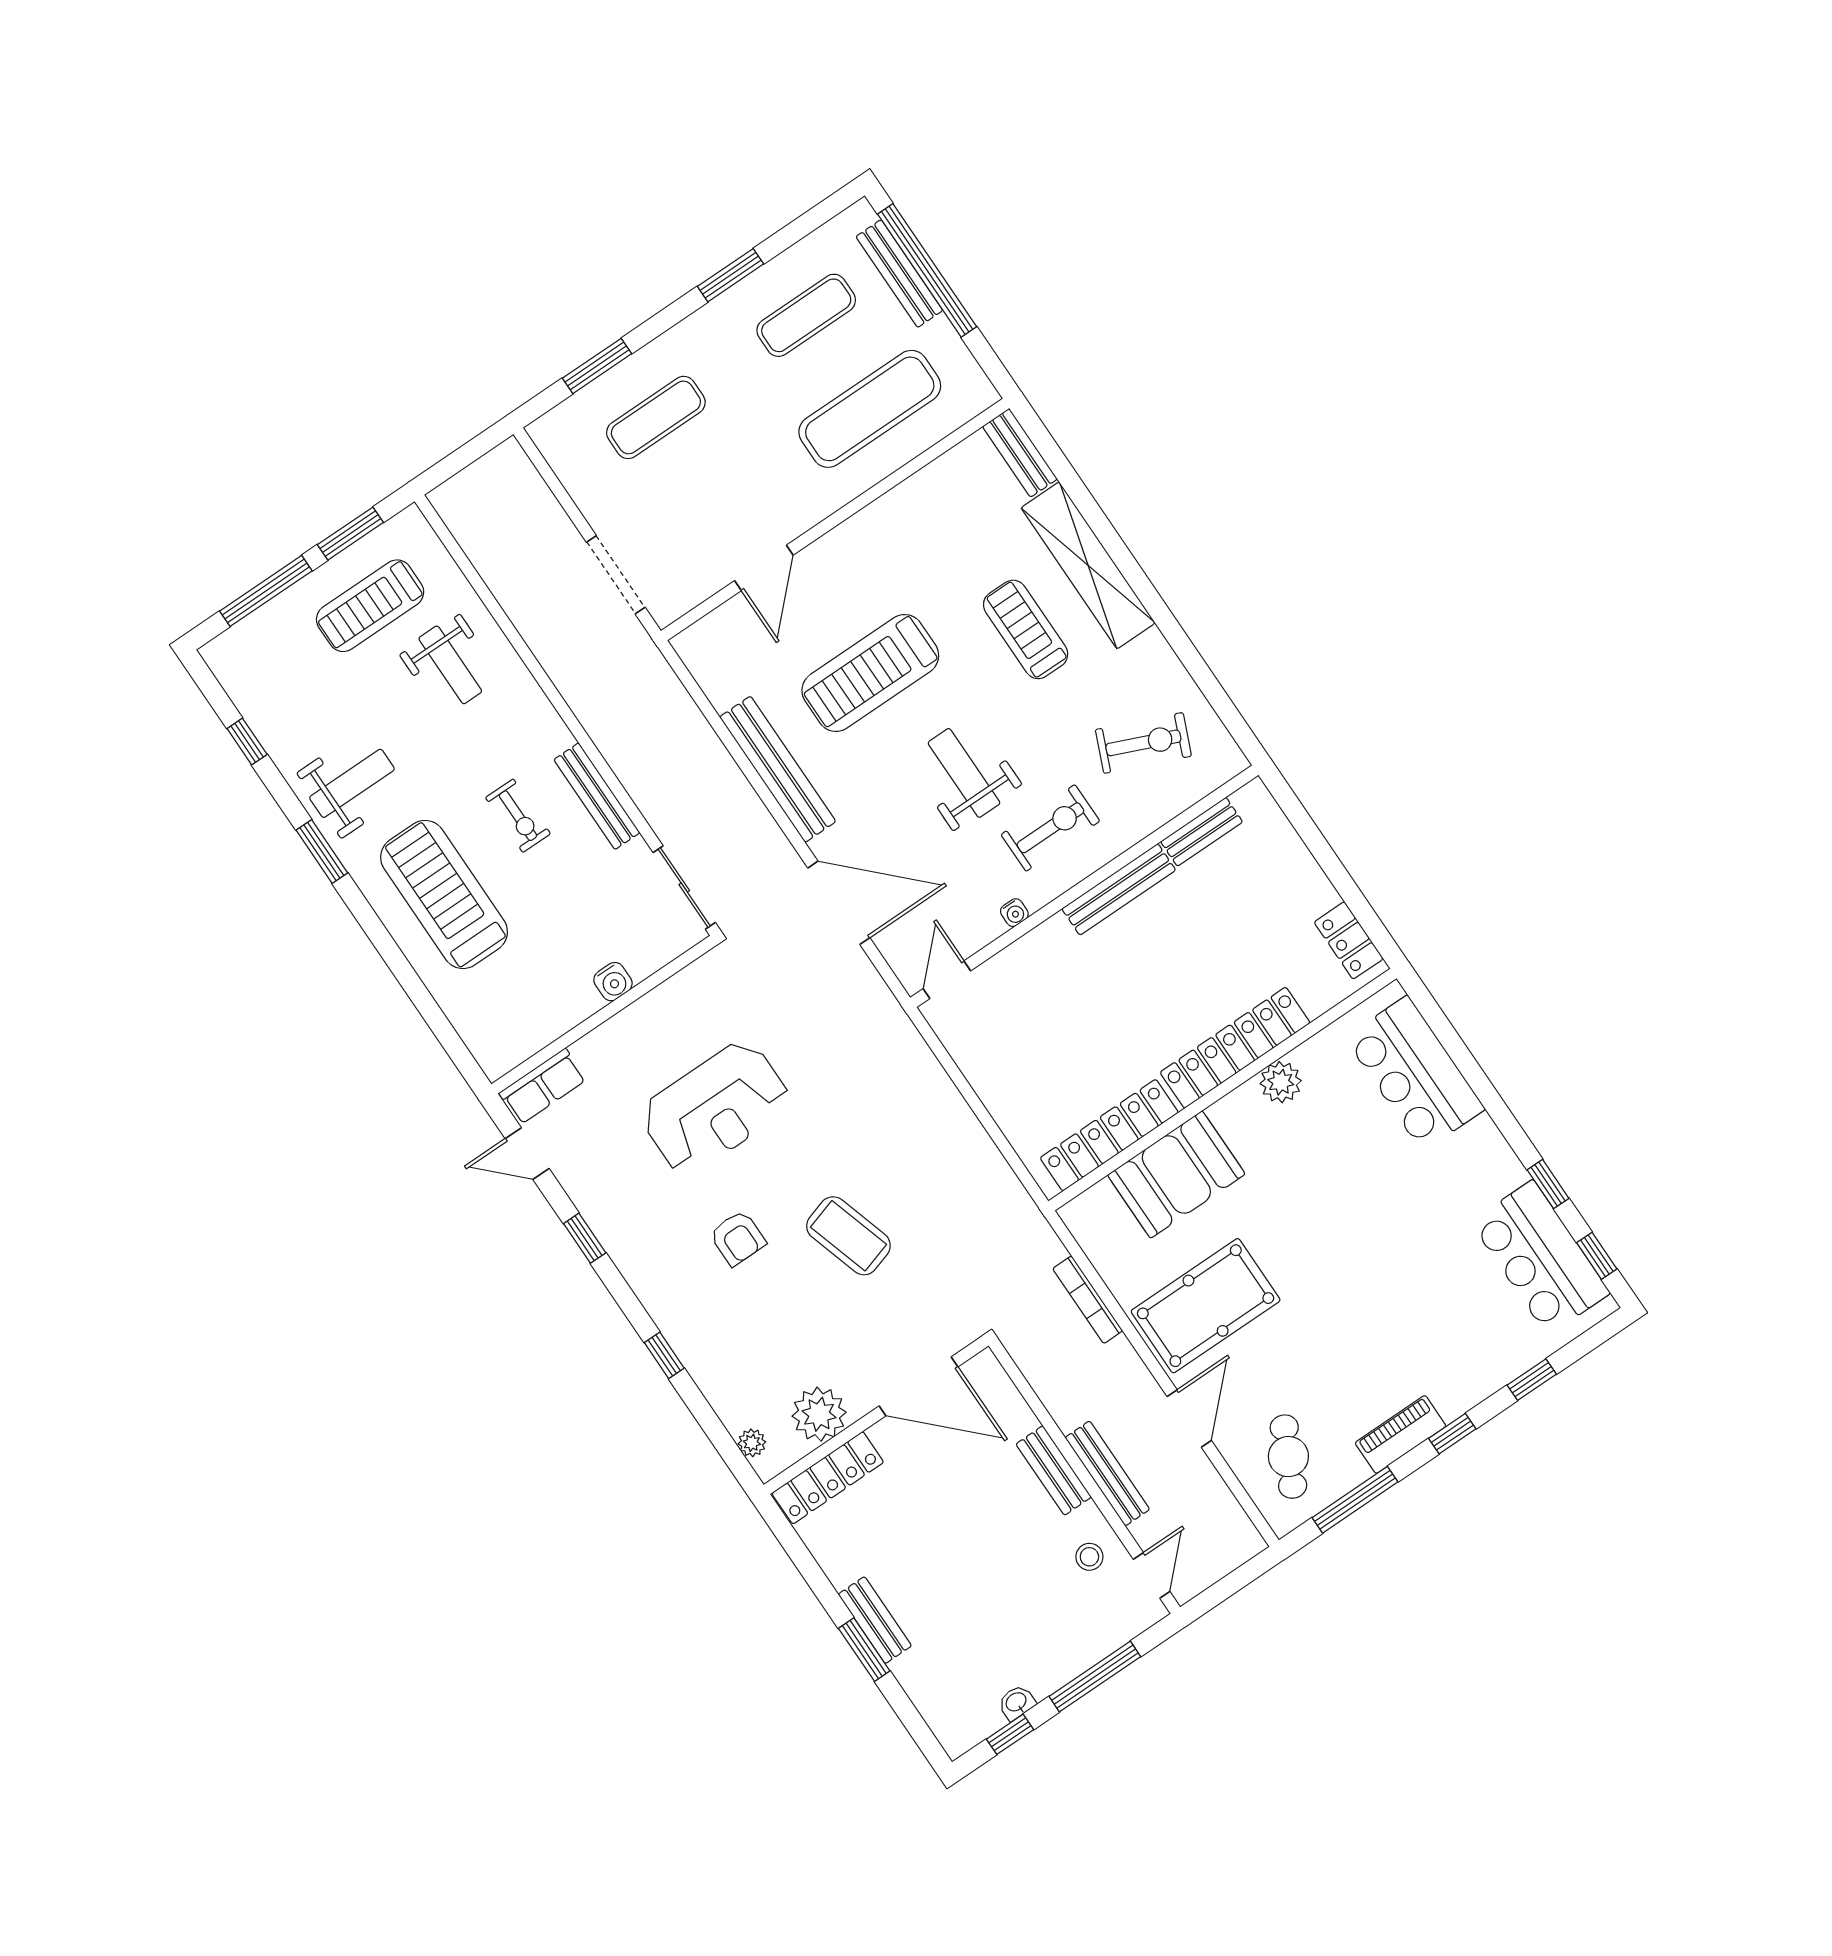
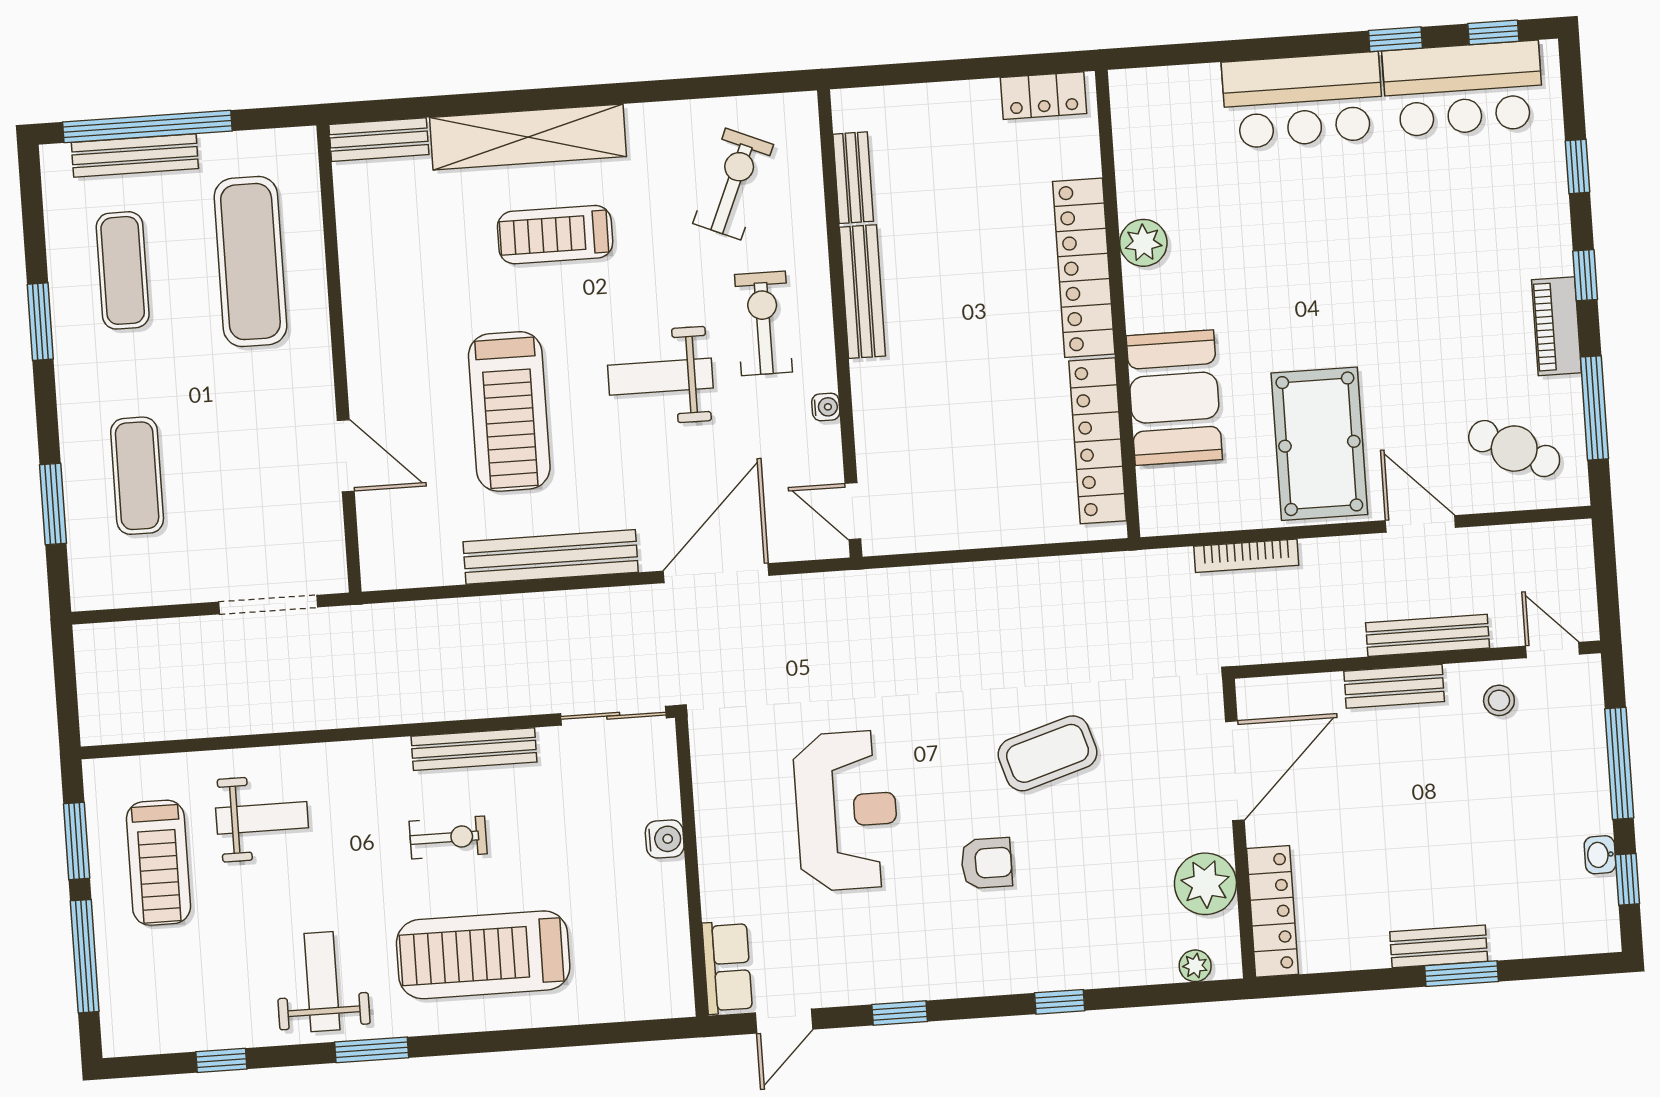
bar counter: (1415, 1073) -> (1303, 100), moved

